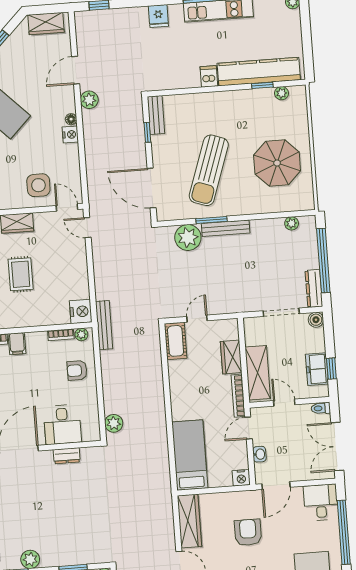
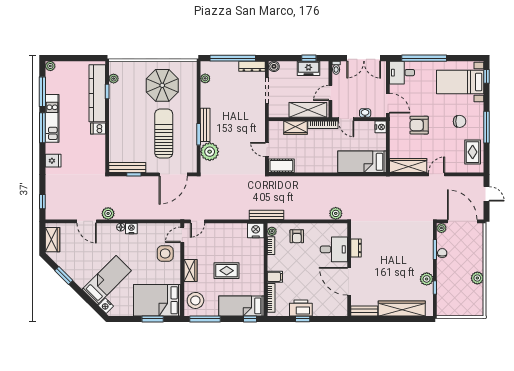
bench: (156, 115) -> (127, 168), width x1.36
sun lounger: (209, 170) -> (164, 134), turned -109

